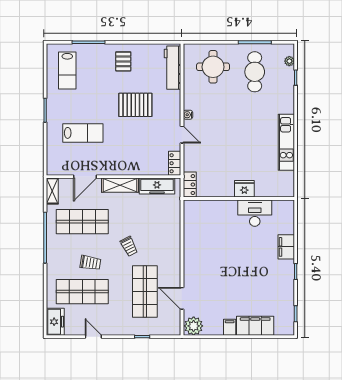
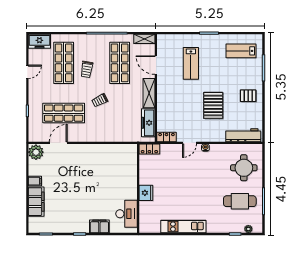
desk: (255, 213) -> (126, 214), moved

